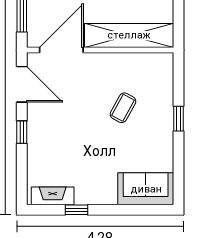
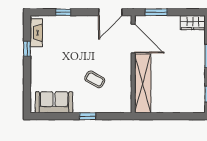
window: (22, 132) -> (63, 12), moved
sofa: (146, 189) -> (54, 102), moved, turned -90

